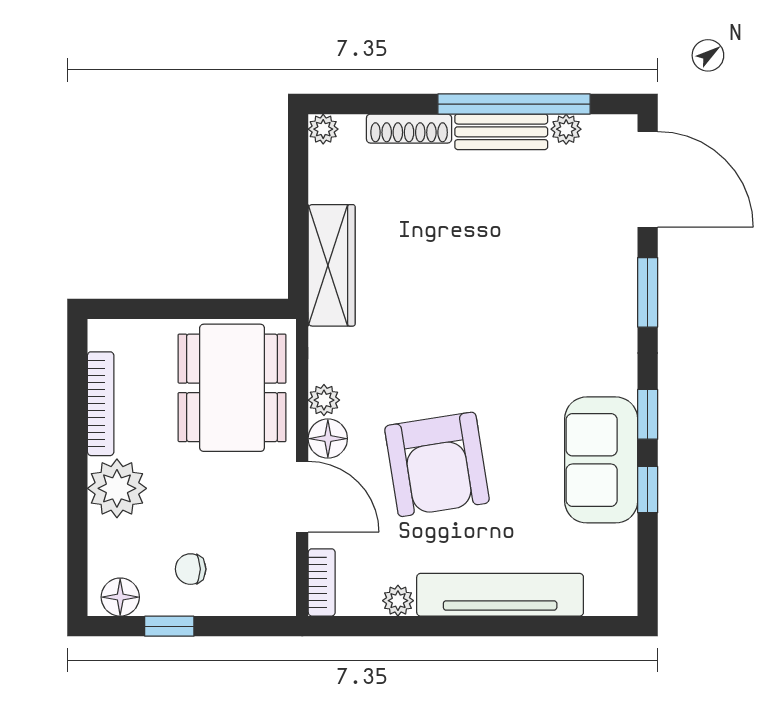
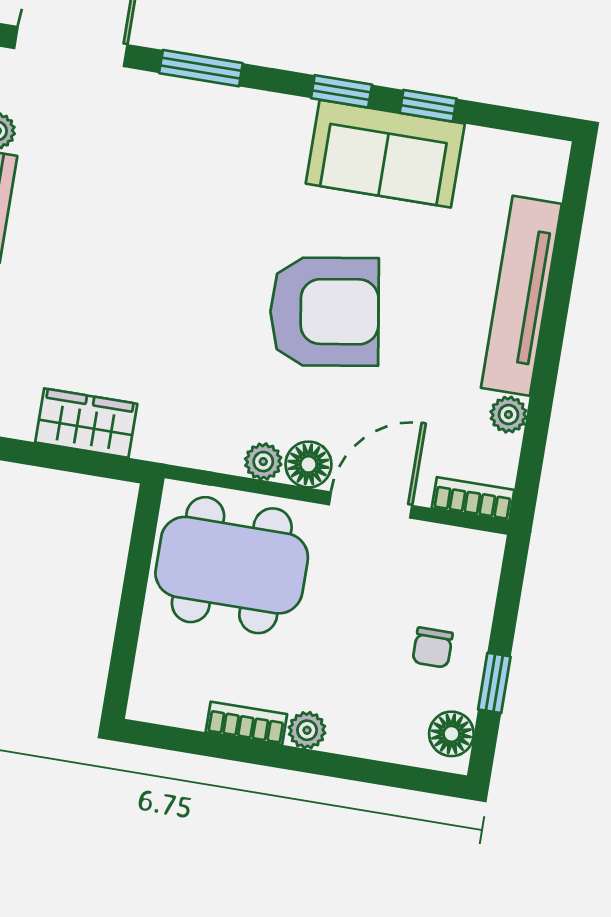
wardrobe: (332, 265) -> (86, 423), width x0.67
bookcase: (101, 404) -> (246, 723), width x0.64
armchair: (437, 464) -> (324, 312), moved
plant: (117, 488) -> (307, 730), width x0.53, depth x0.53

